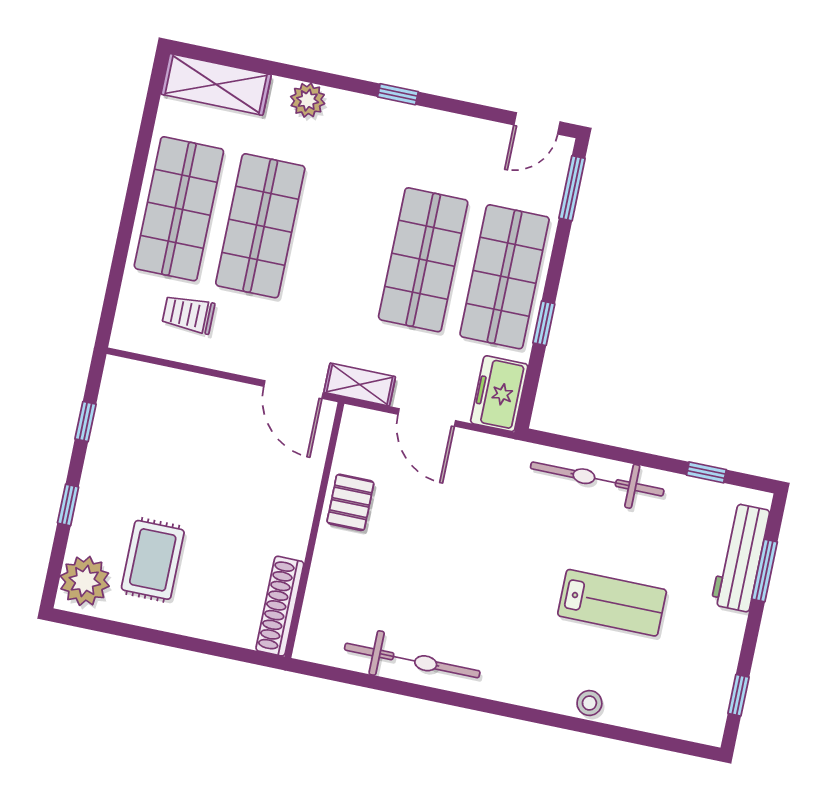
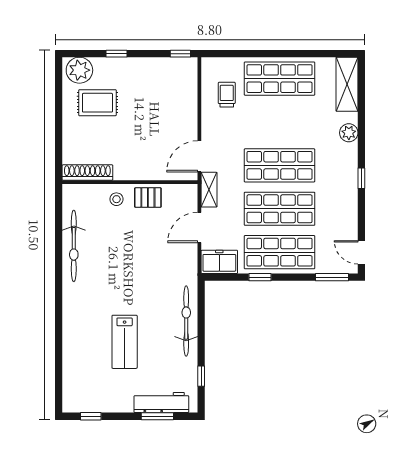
shop shelf: (260, 226) -> (280, 165), moved
window: (85, 422) -> (180, 54), moved
stool: (589, 703) -> (116, 199), moved

